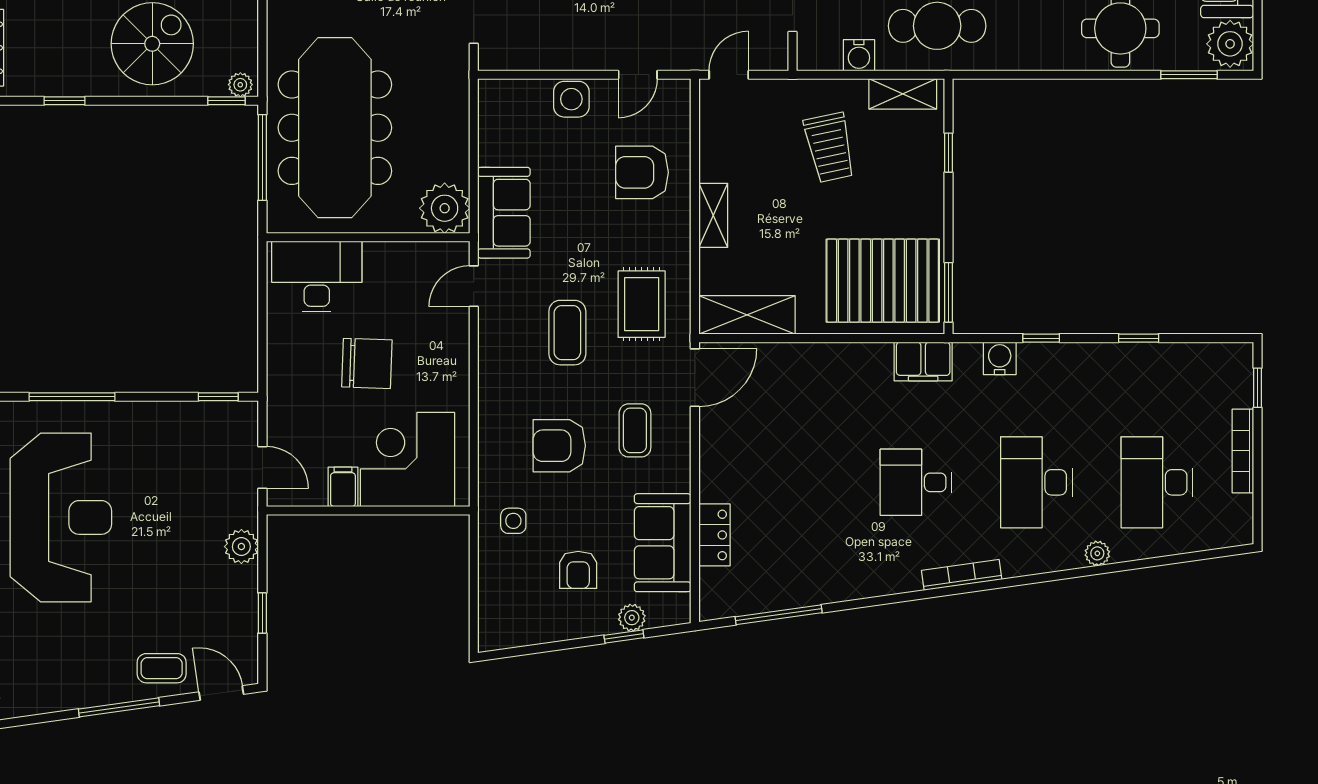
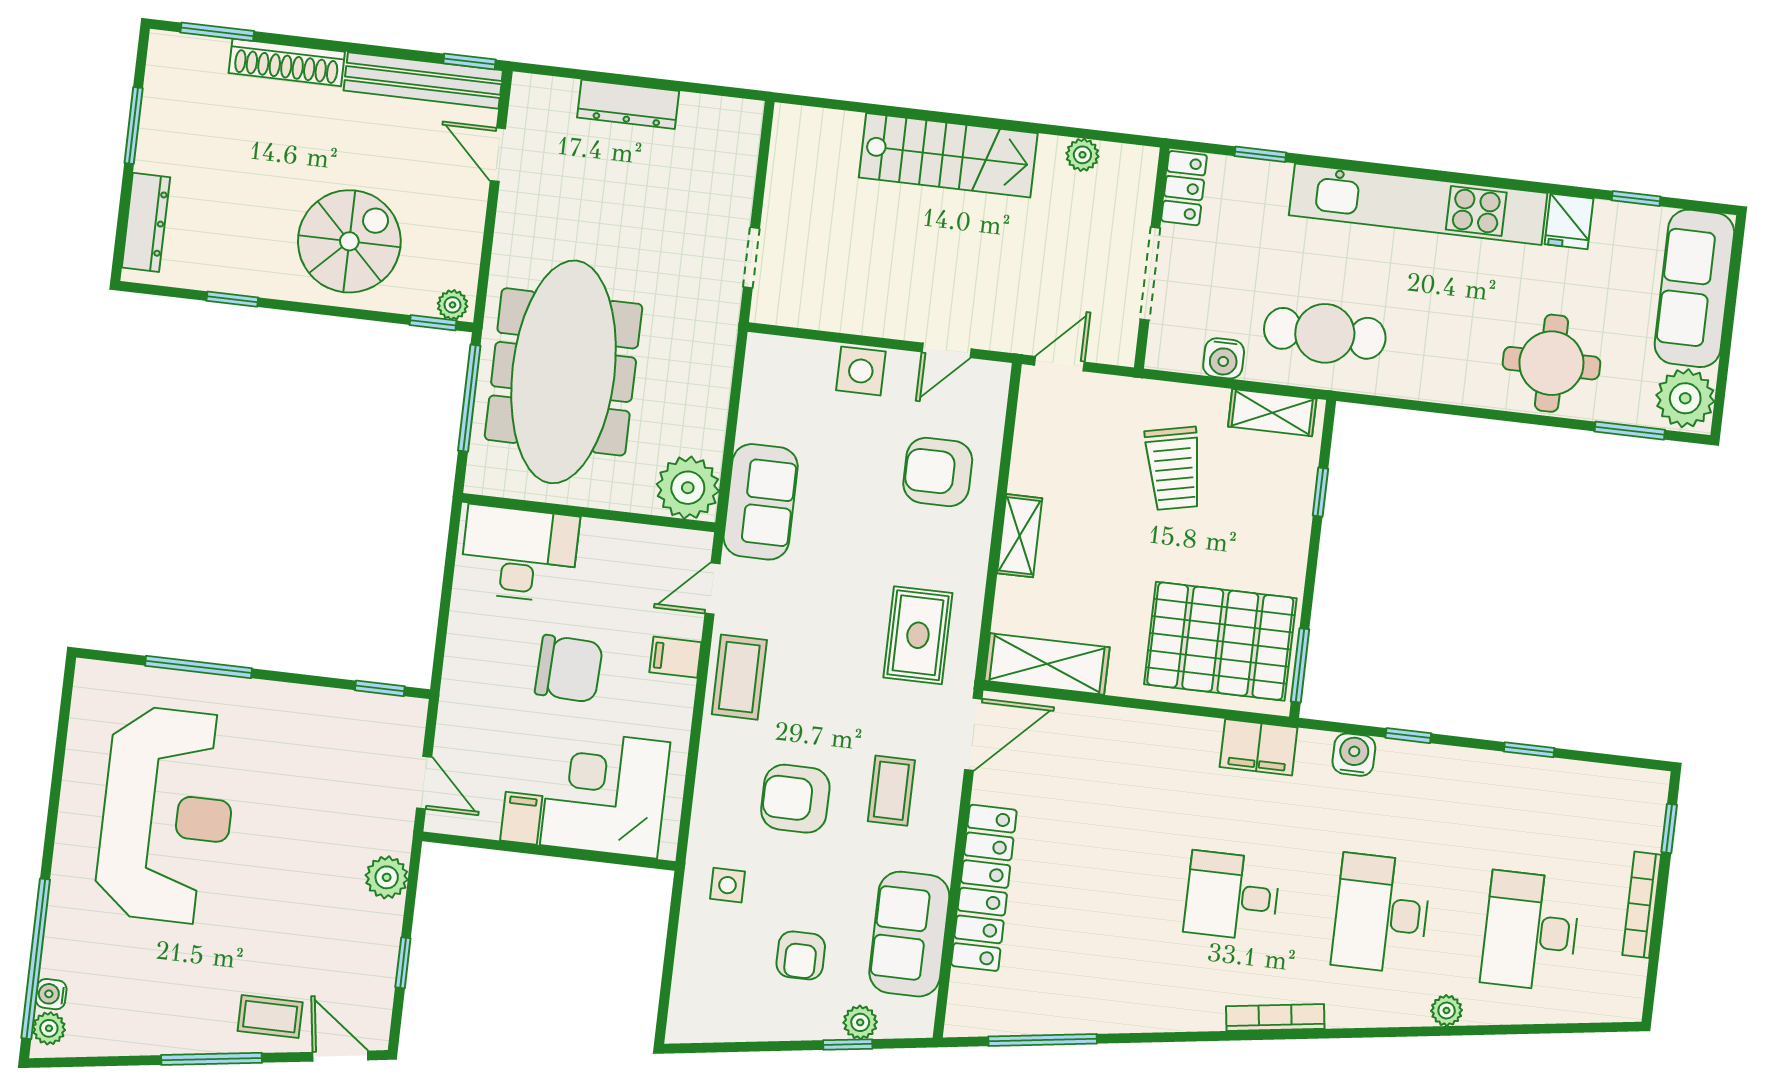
coffee table: (567, 333) -> (739, 677), moved
filing cabinet: (451, 344) -> (675, 657), added
locker: (714, 535) -> (984, 888), width x2.16, depth x1.21

